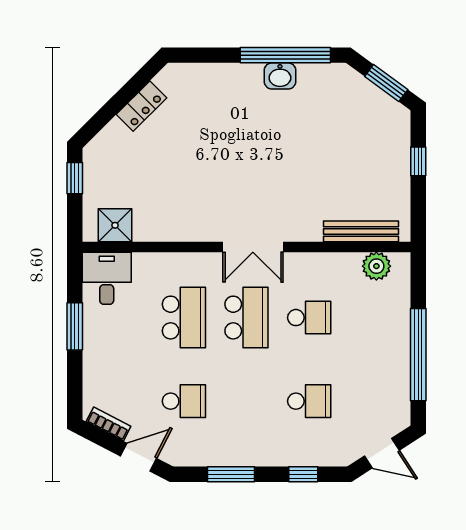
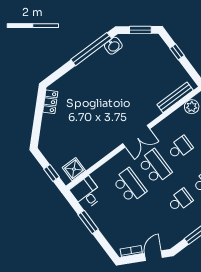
washbasin: (280, 76) -> (113, 46), moved
locker: (141, 106) -> (50, 102), moved
window: (75, 178) -> (52, 173), moved
school desk: (184, 401) -> (180, 200), moved

